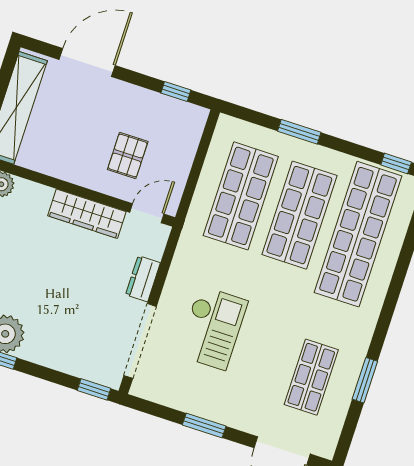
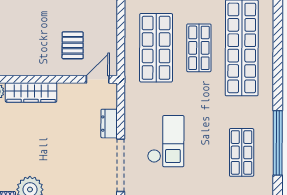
wardrobe: (87, 214) -> (31, 93), moved
shop shelf: (299, 215) -> (199, 48), width x0.70, depth x0.74
window: (365, 380) -> (278, 143), width x2.11

